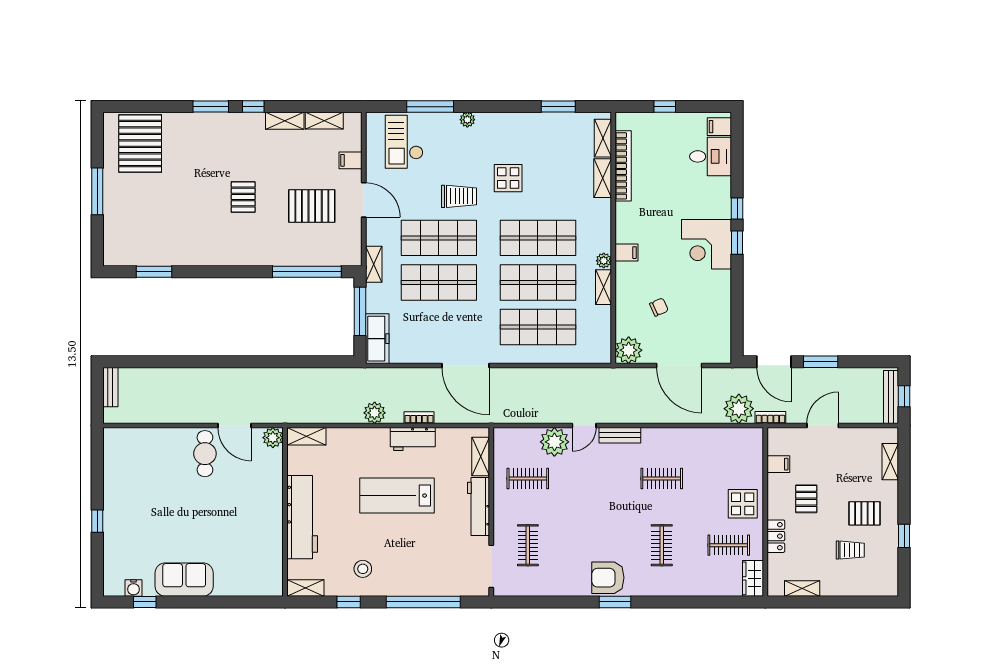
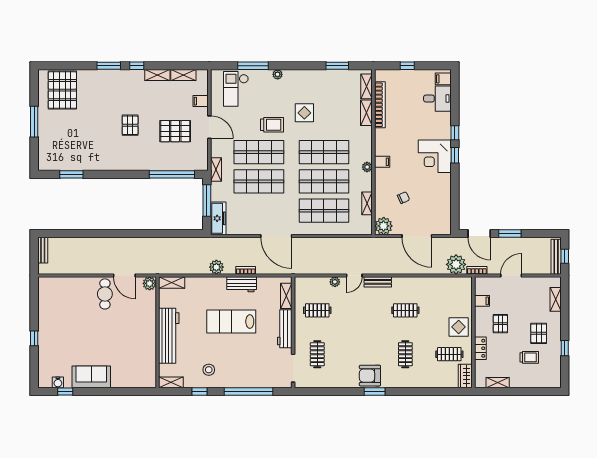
shelving: (604, 287) -> (367, 203), moved
plant: (554, 442) -> (335, 282), width x0.53, depth x0.53
pallet: (865, 513) -> (539, 333), turned 90

